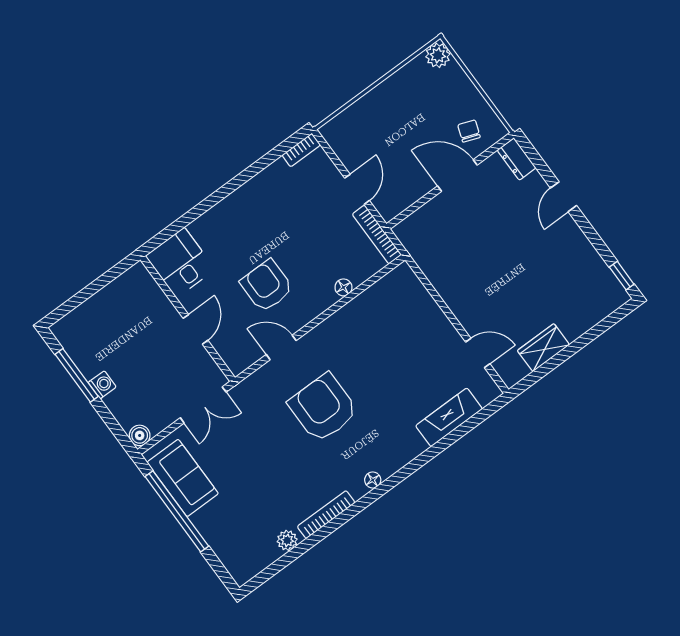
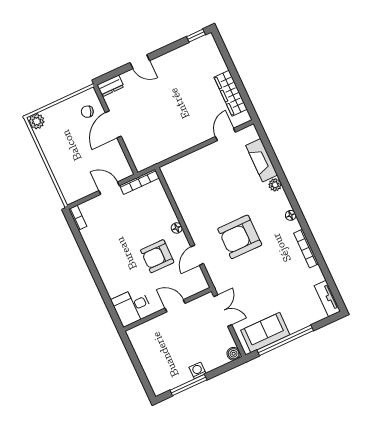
floor lamp: (343, 287) -> (177, 228), moved
wardrobe: (543, 348) -> (231, 93), width x1.50
plant: (287, 540) -> (275, 185), moved
tv unit: (255, 564) -> (327, 299), added

